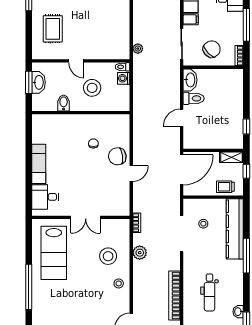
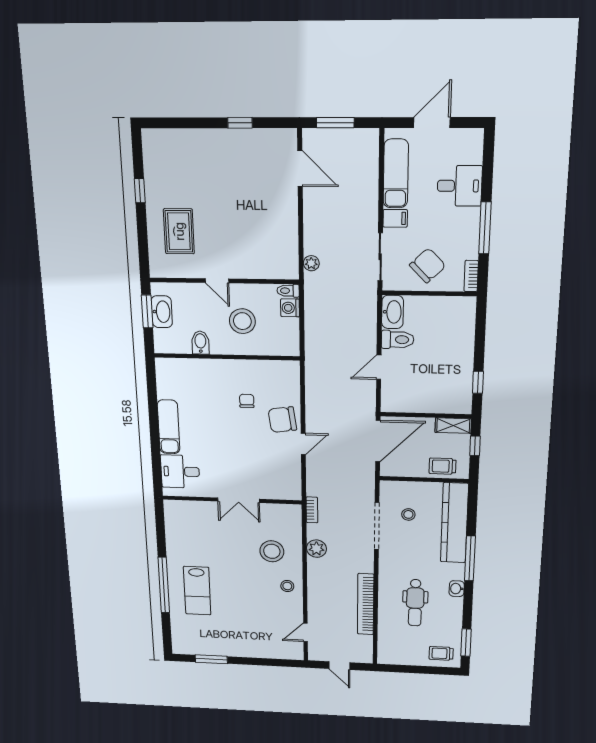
lab bench: (54, 253) -> (197, 591), moved, width x0.73, depth x0.72
washbasin: (238, 312) -> (457, 589), moved

